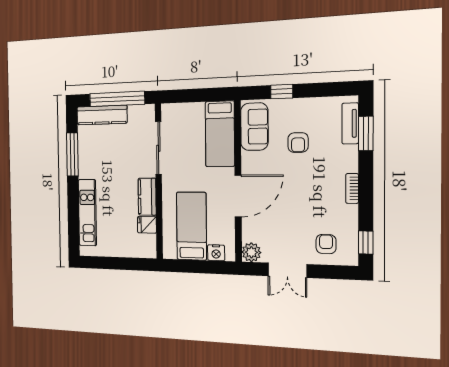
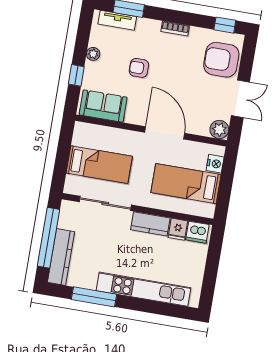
plant: (308, 105) -> (93, 54), added
bed: (220, 134) -> (99, 165), moved
armchair: (298, 142) -> (139, 68), moved, turned 180
kitchen unit: (87, 213) -> (144, 289), width x1.36
armchair: (326, 244) -> (221, 60), width x1.88, depth x1.88
dishwasher: (147, 245) -> (197, 232), added

